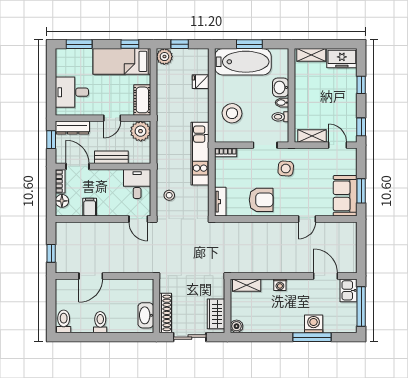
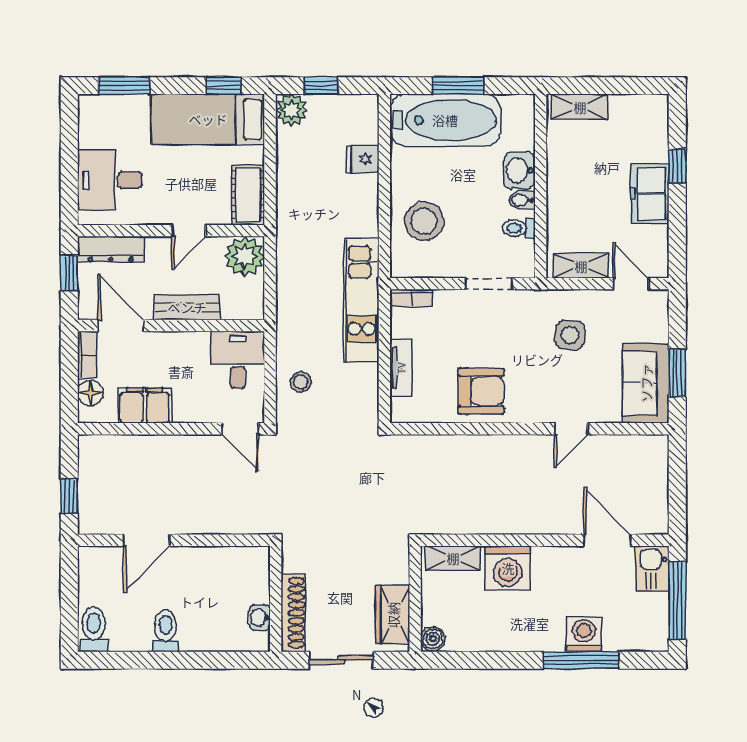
freezer: (342, 58) -> (650, 194), moved, turned 90
window: (361, 127) -> (677, 248), removed
side table: (286, 169) -> (570, 335), moved
tv unit: (220, 202) -> (401, 368), moved
filing cabinet: (90, 207) -> (145, 405), width x2.00
washing machine: (280, 285) -> (508, 568), width x1.89, depth x1.89
washbasin: (146, 315) -> (260, 617), width x0.52, depth x0.69

